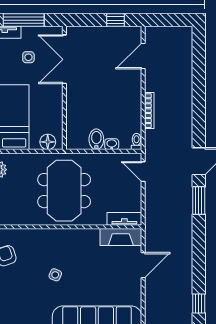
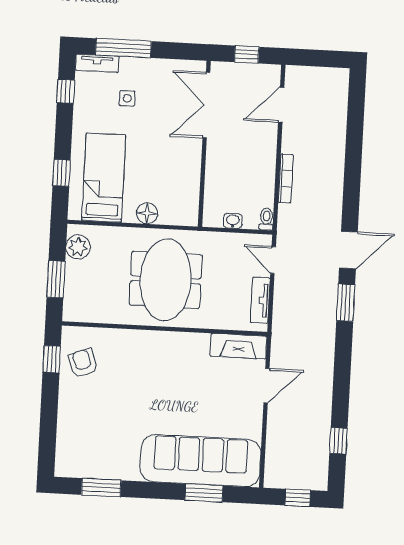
double door: (64, 59) -> (206, 105), moved
wall: (64, 88) -> (204, 144), moved
bidet: (96, 139) -> (213, 213), removed
tv unit: (124, 219) -> (260, 300), moved, turned -90
side table: (55, 275) -> (148, 392), removed

